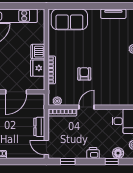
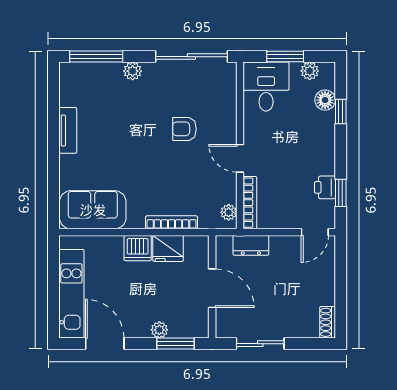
tv unit: (113, 14) -> (68, 130), moved
sofa: (69, 19) -> (93, 210), moved, turned -90
armchair: (84, 74) -> (184, 129), moved
dresser: (39, 127) -> (251, 245), moved
printer: (93, 153) -> (325, 187), moved

